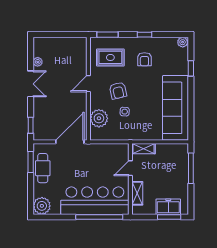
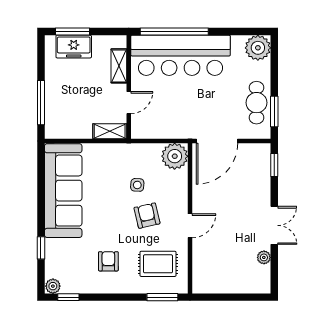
window: (145, 35) -> (68, 297), moved
double door: (31, 84) -> (274, 225), swing flipped
plant: (99, 118) -> (175, 156), moved

